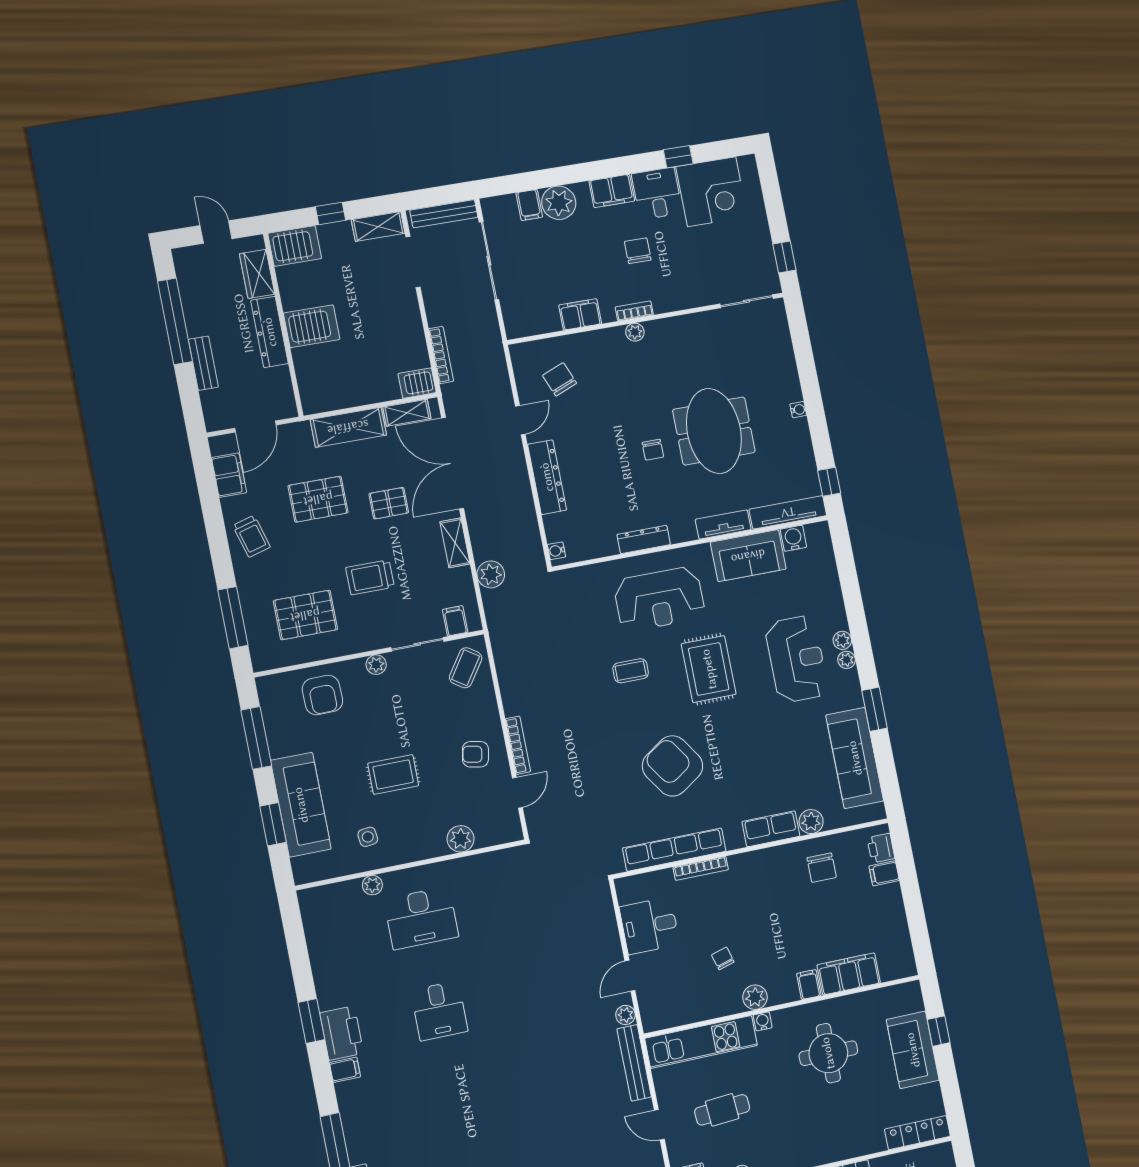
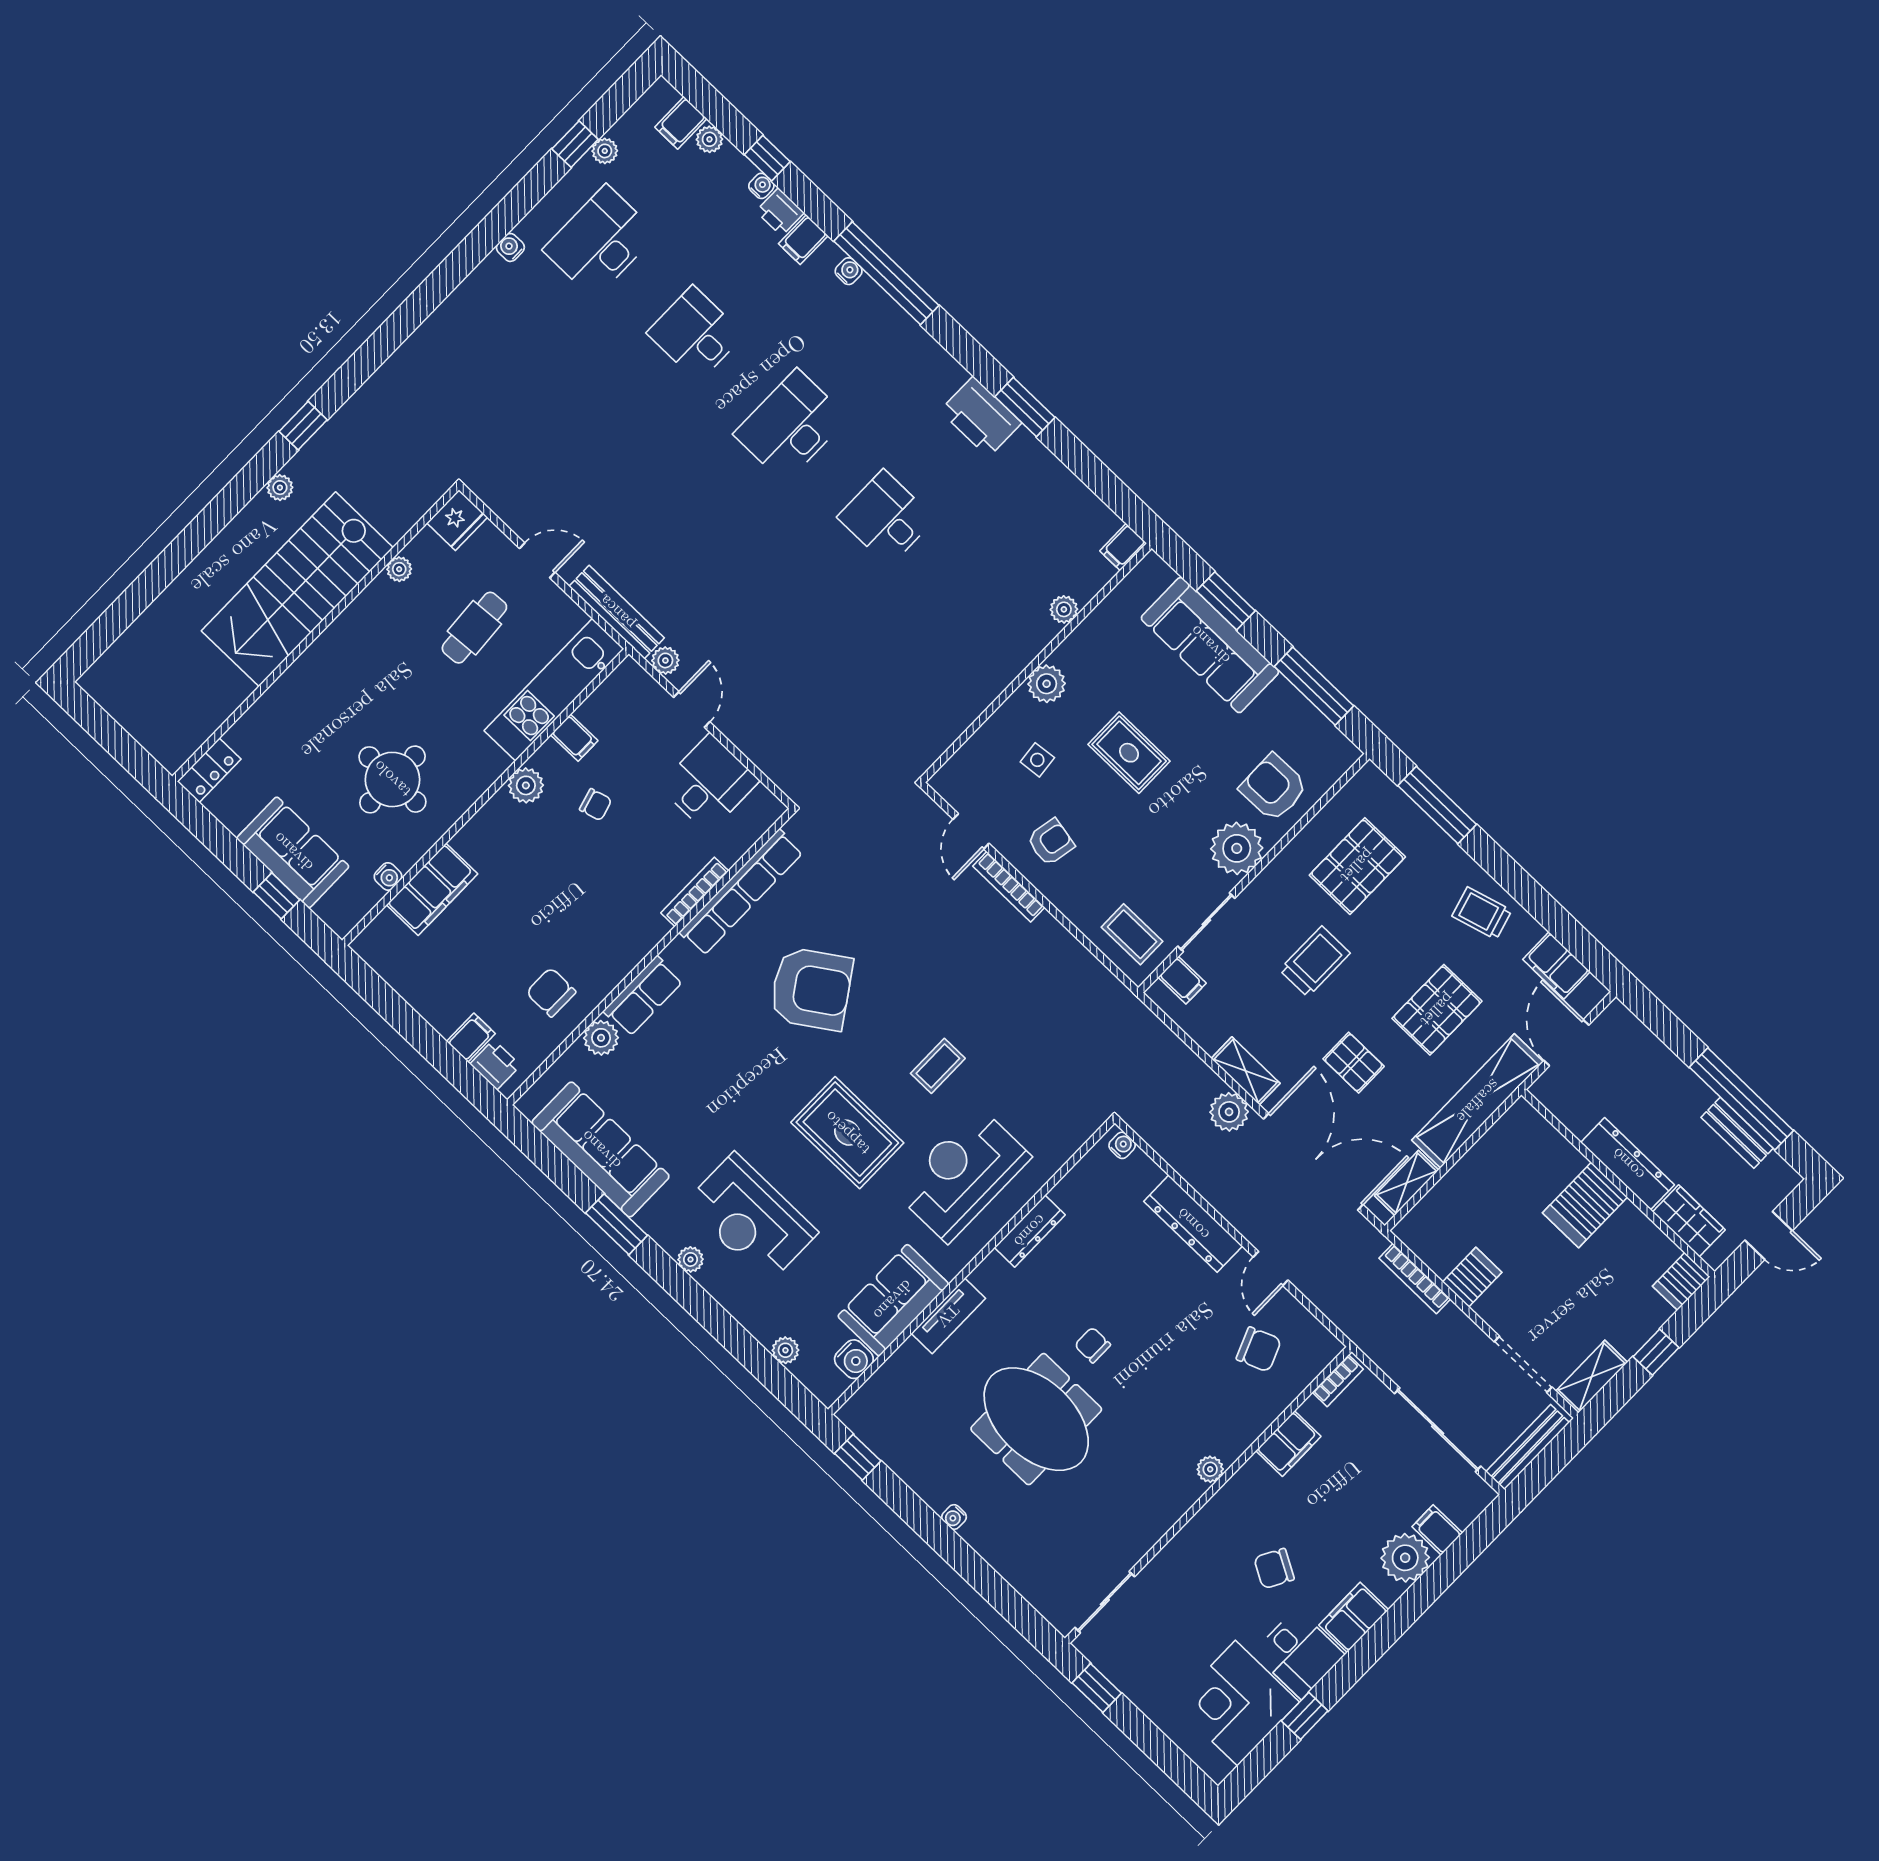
server rack: (295, 246) -> (1681, 1281), width x0.73, depth x0.70
chair: (638, 251) -> (1274, 1569), turned 119
bookcase: (634, 311) -> (1338, 1381), moved
bench: (203, 363) -> (1737, 1133), moved
server rack: (417, 383) -> (1472, 1277), moved
shelving: (348, 427) -> (1478, 1101), width x1.47
pallet: (389, 503) -> (1354, 1063), turned 90
tv unit: (788, 512) -> (882, 1385), removed
plant: (491, 574) -> (1229, 1112), moved
plant: (842, 640) -> (785, 1350), moved
plant: (376, 665) -> (1237, 848), width x1.87, depth x1.87
coffee table: (466, 668) -> (1132, 934), turned -34
rug: (393, 774) -> (1129, 753), turned 90
side table: (368, 837) -> (1037, 760), moved
plant: (461, 839) -> (1047, 684), moved
desk: (421, 918) -> (791, 426), moved
filing cabinet: (809, 985) -> (574, 738), moved
water cooler: (763, 1021) -> (388, 876), moved
filing cabinet: (345, 1070) -> (1123, 547), moved
locker: (917, 1133) -> (209, 770), width x0.66

